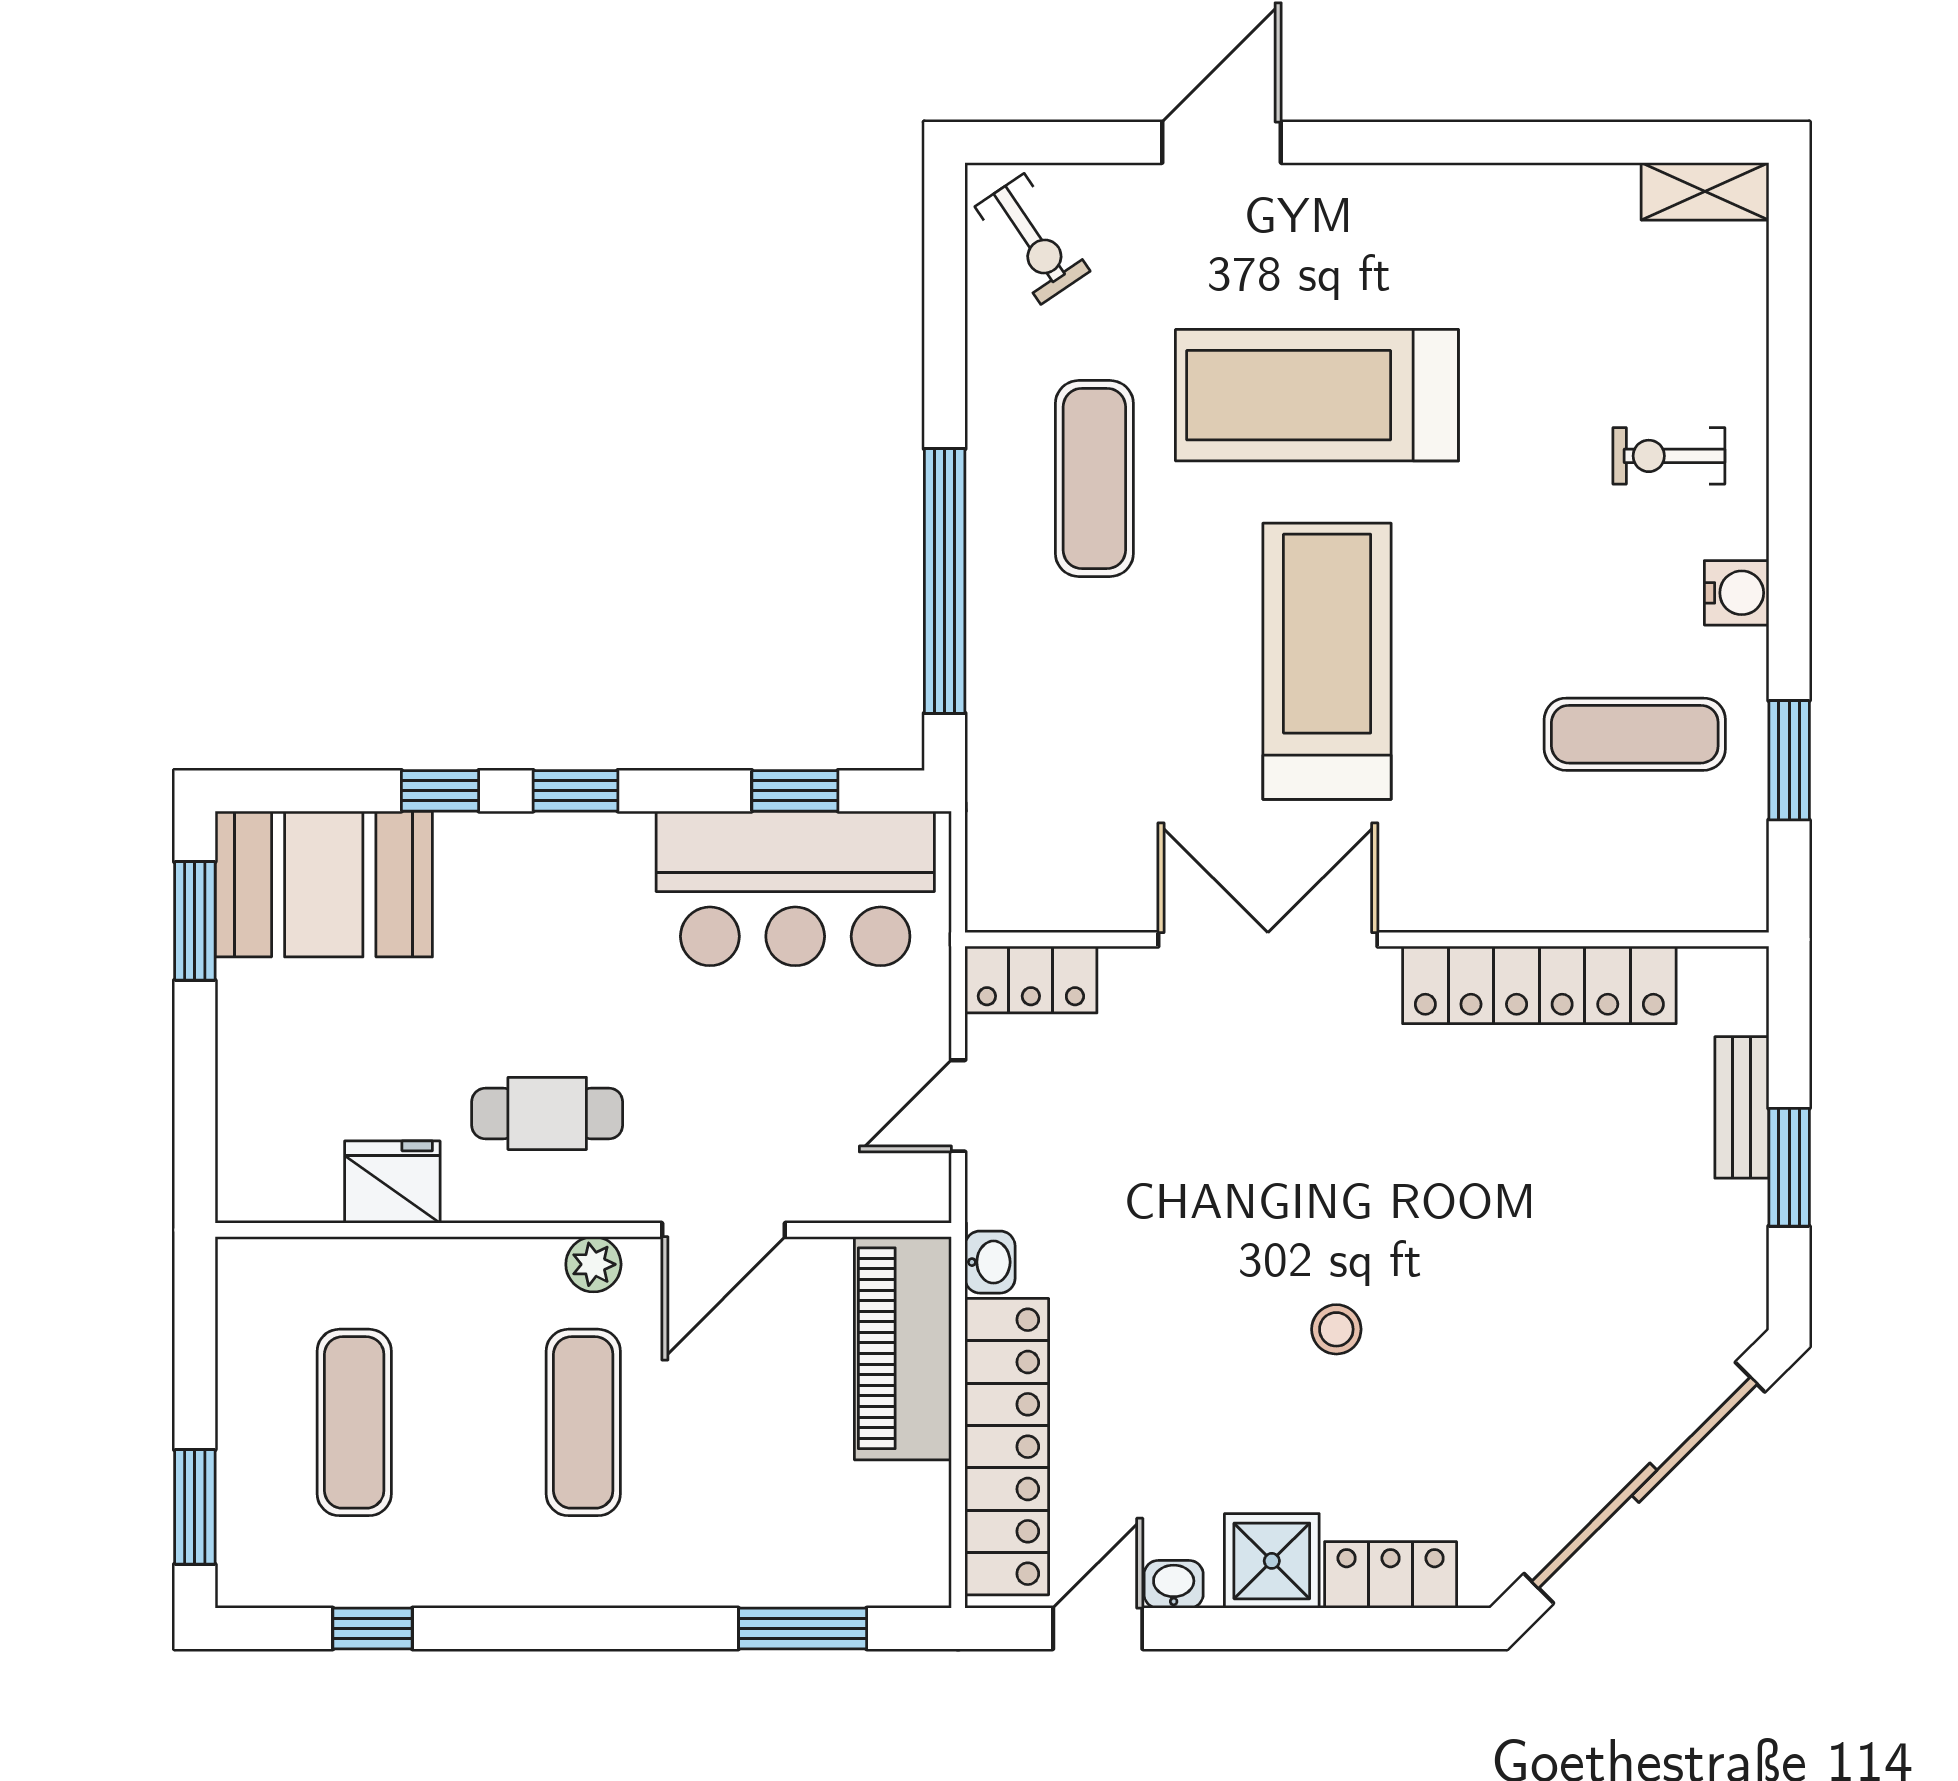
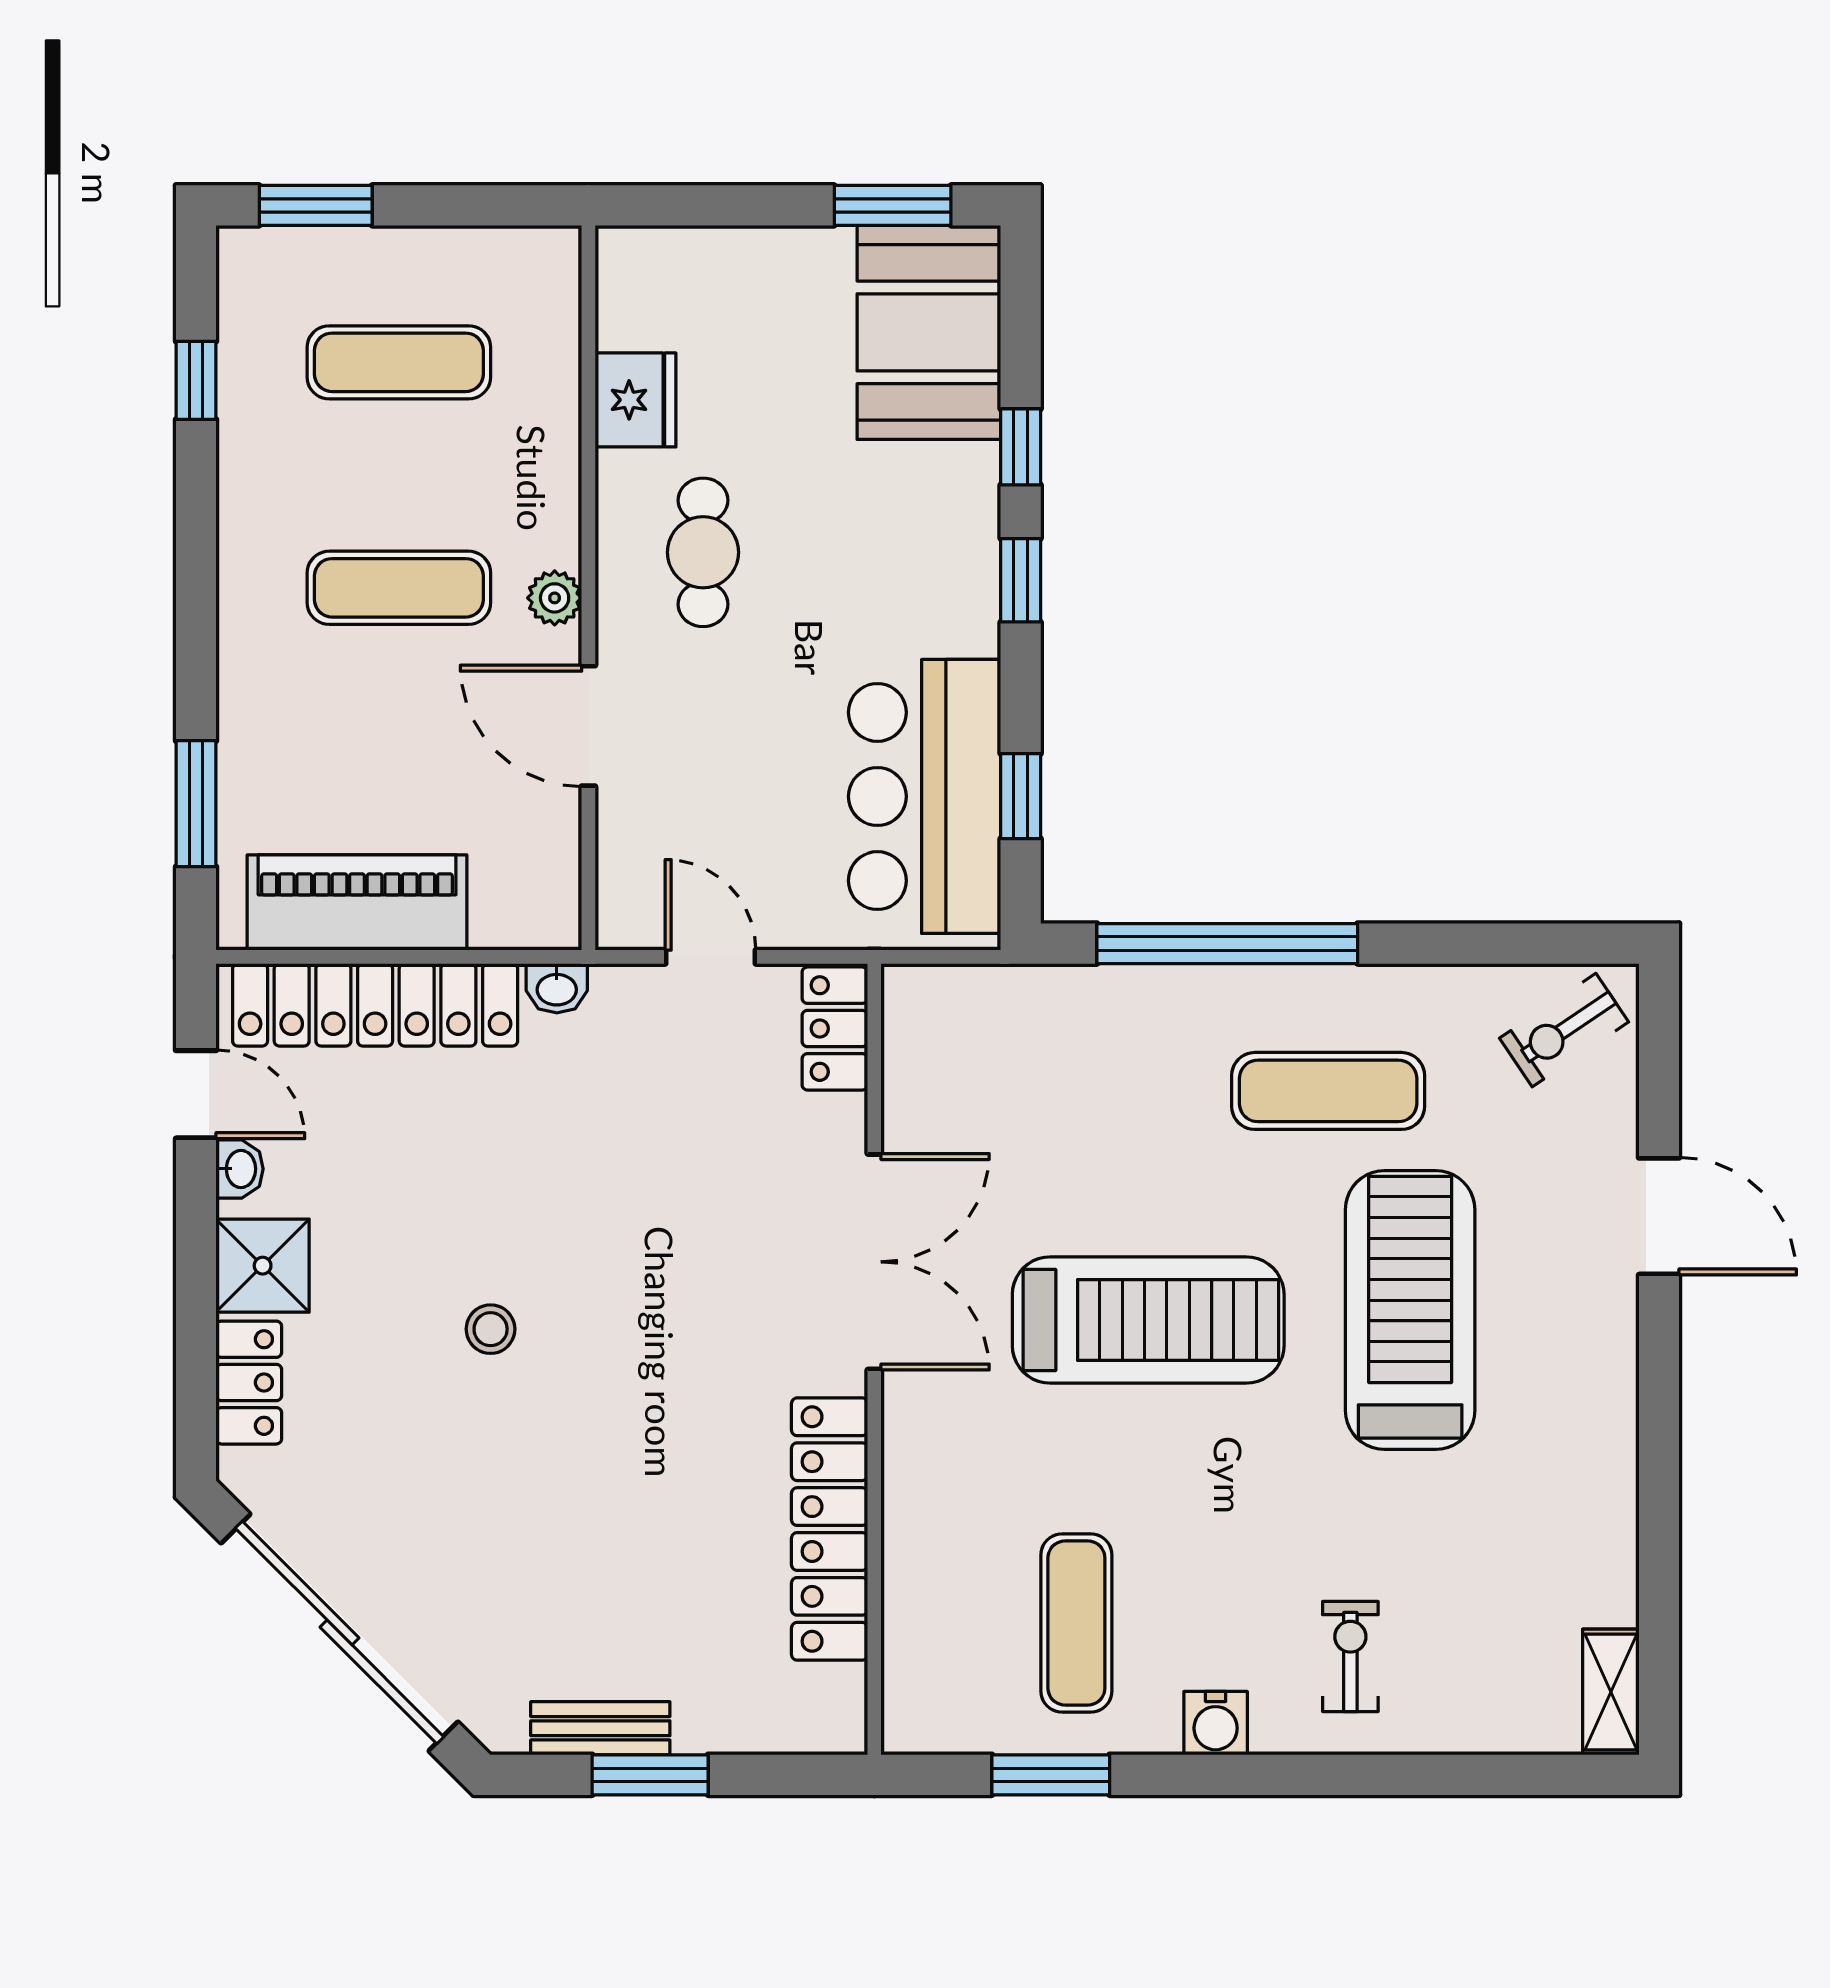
bench: (1742, 1107) -> (600, 1728), moved
piano: (903, 1348) -> (357, 902), moved

